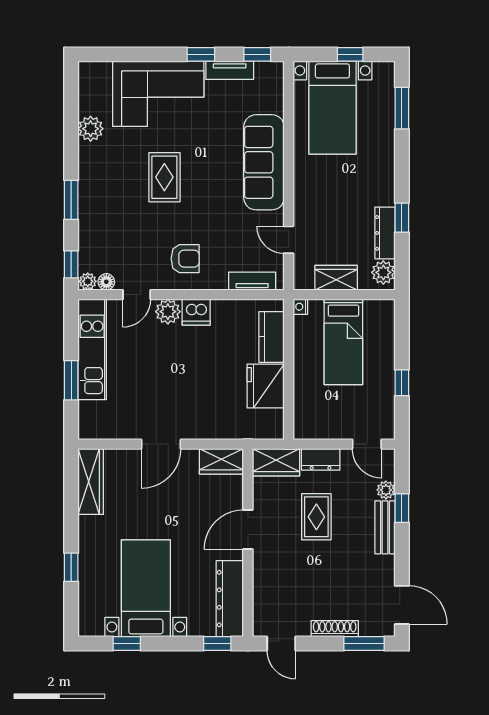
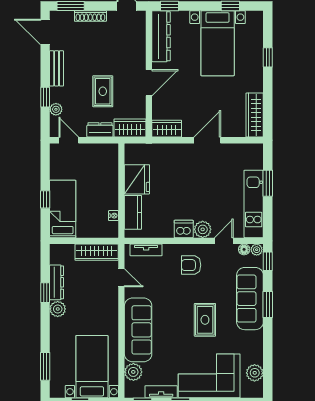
plant: (271, 100) -> (133, 372), added
plant: (91, 129) -> (255, 373), moved
sofa: (98, 209) -> (250, 299), added
plant: (383, 272) -> (58, 309), moved
wardrobe: (336, 278) -> (97, 252), width x1.50
nightstand: (300, 307) -> (114, 216), moved
bed: (343, 342) -> (63, 209), moved
window: (402, 383) -> (45, 199), moved
bench: (385, 527) -> (57, 68), moved

